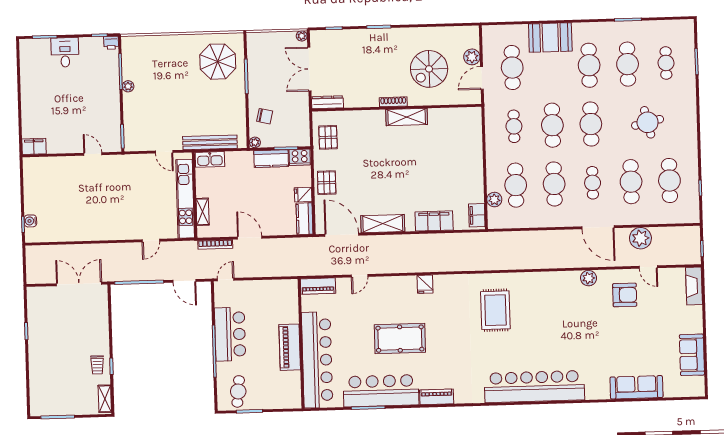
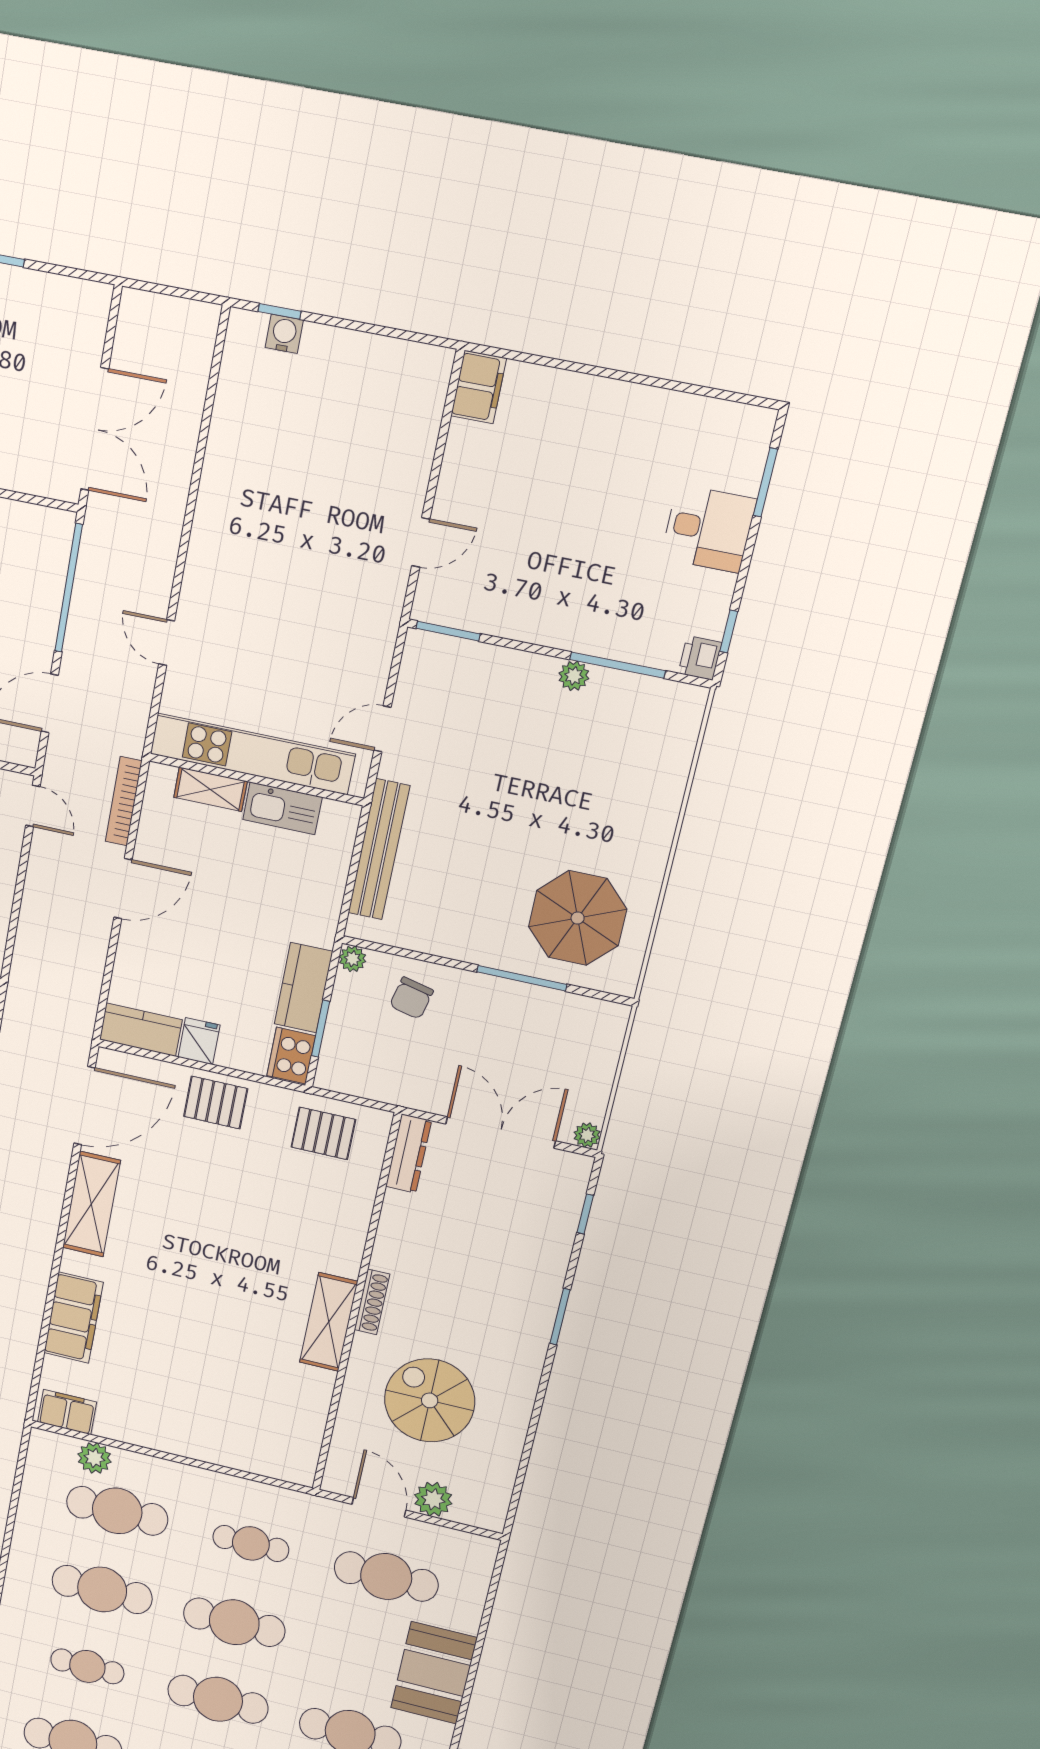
kitchen sink: (210, 159) -> (282, 808), moved, turned -90

